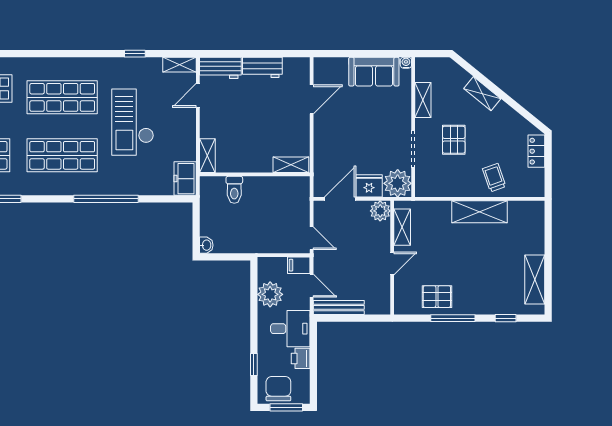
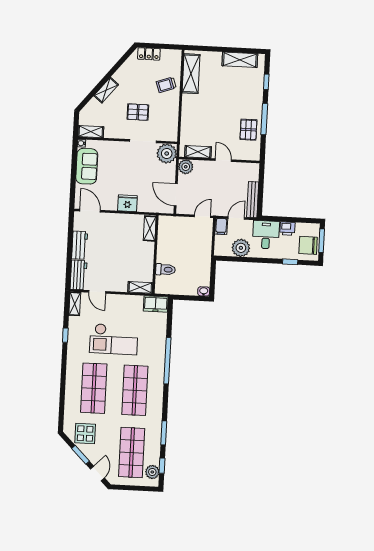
door: (312, 99) -> (90, 211), moved
shelving: (423, 100) -> (91, 132), moved
fridge: (369, 186) -> (127, 203), moved, turned 90
shelving: (479, 212) -> (191, 74), moved

